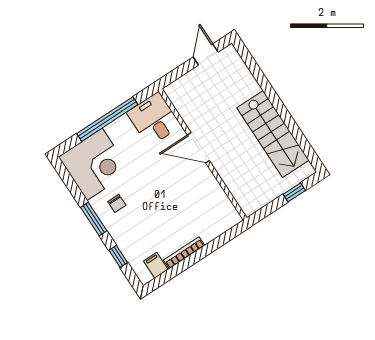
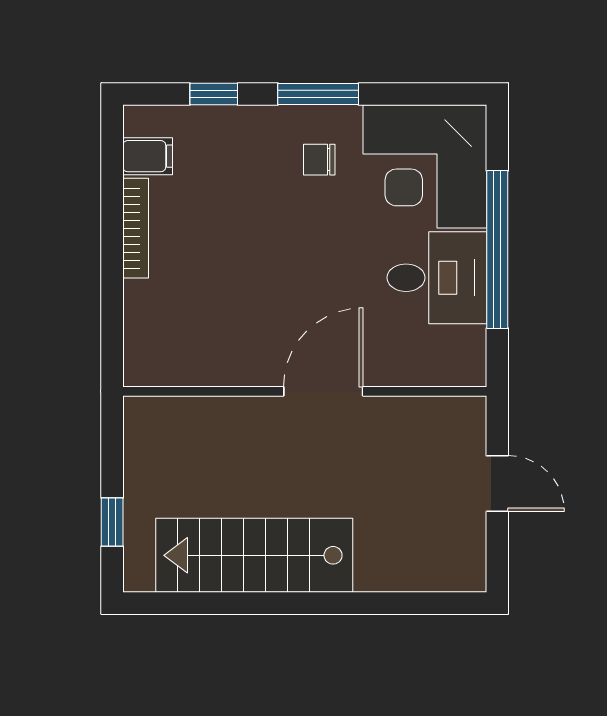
door: (206, 55) -> (497, 484), moved
desk: (154, 119) -> (437, 278), moved

